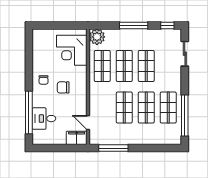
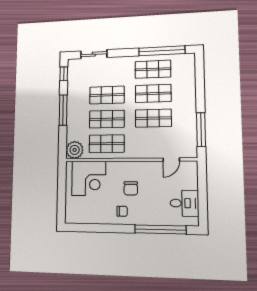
desk: (44, 119) -> (184, 203), moved, turned -90
filing cabinet: (77, 138) -> (190, 173), removed

